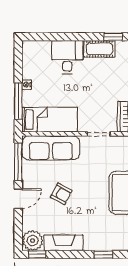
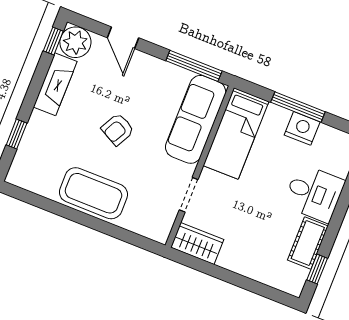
nightstand: (27, 85) -> (302, 128), width x1.89, depth x1.79
window: (18, 101) -> (298, 107), moved
armchair: (61, 194) -> (118, 129), moved
door: (18, 199) -> (123, 38), moved

